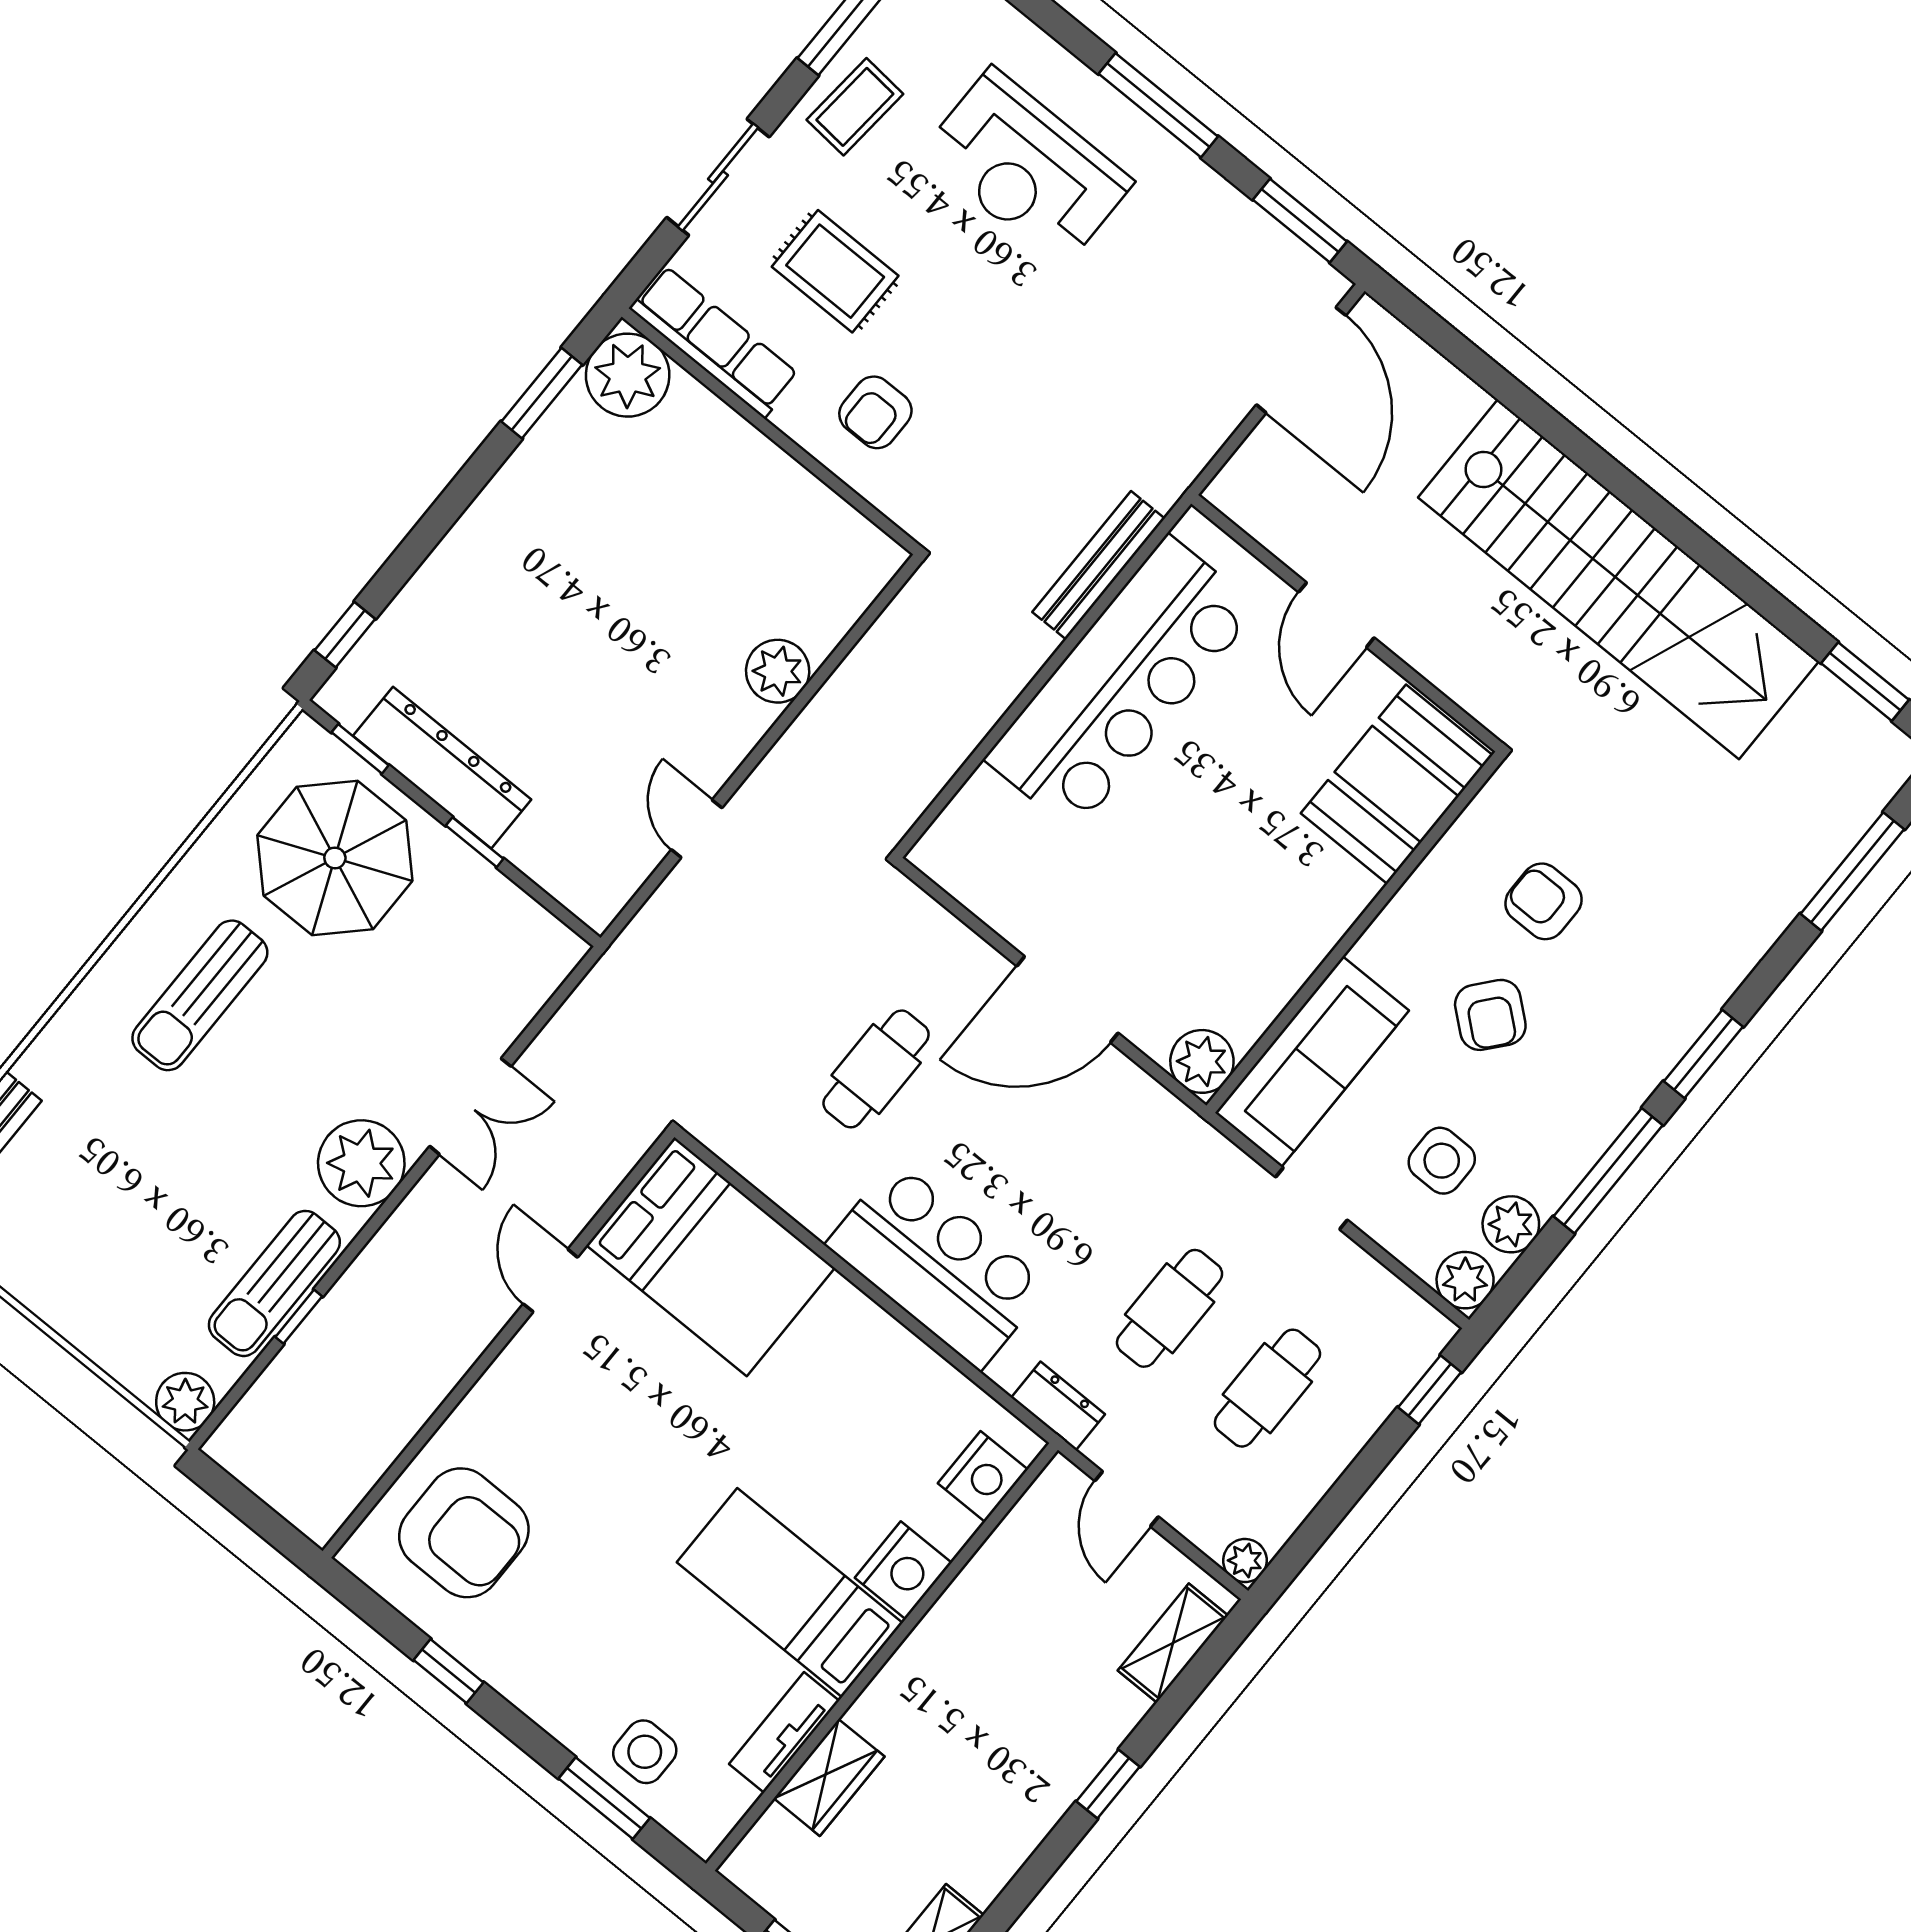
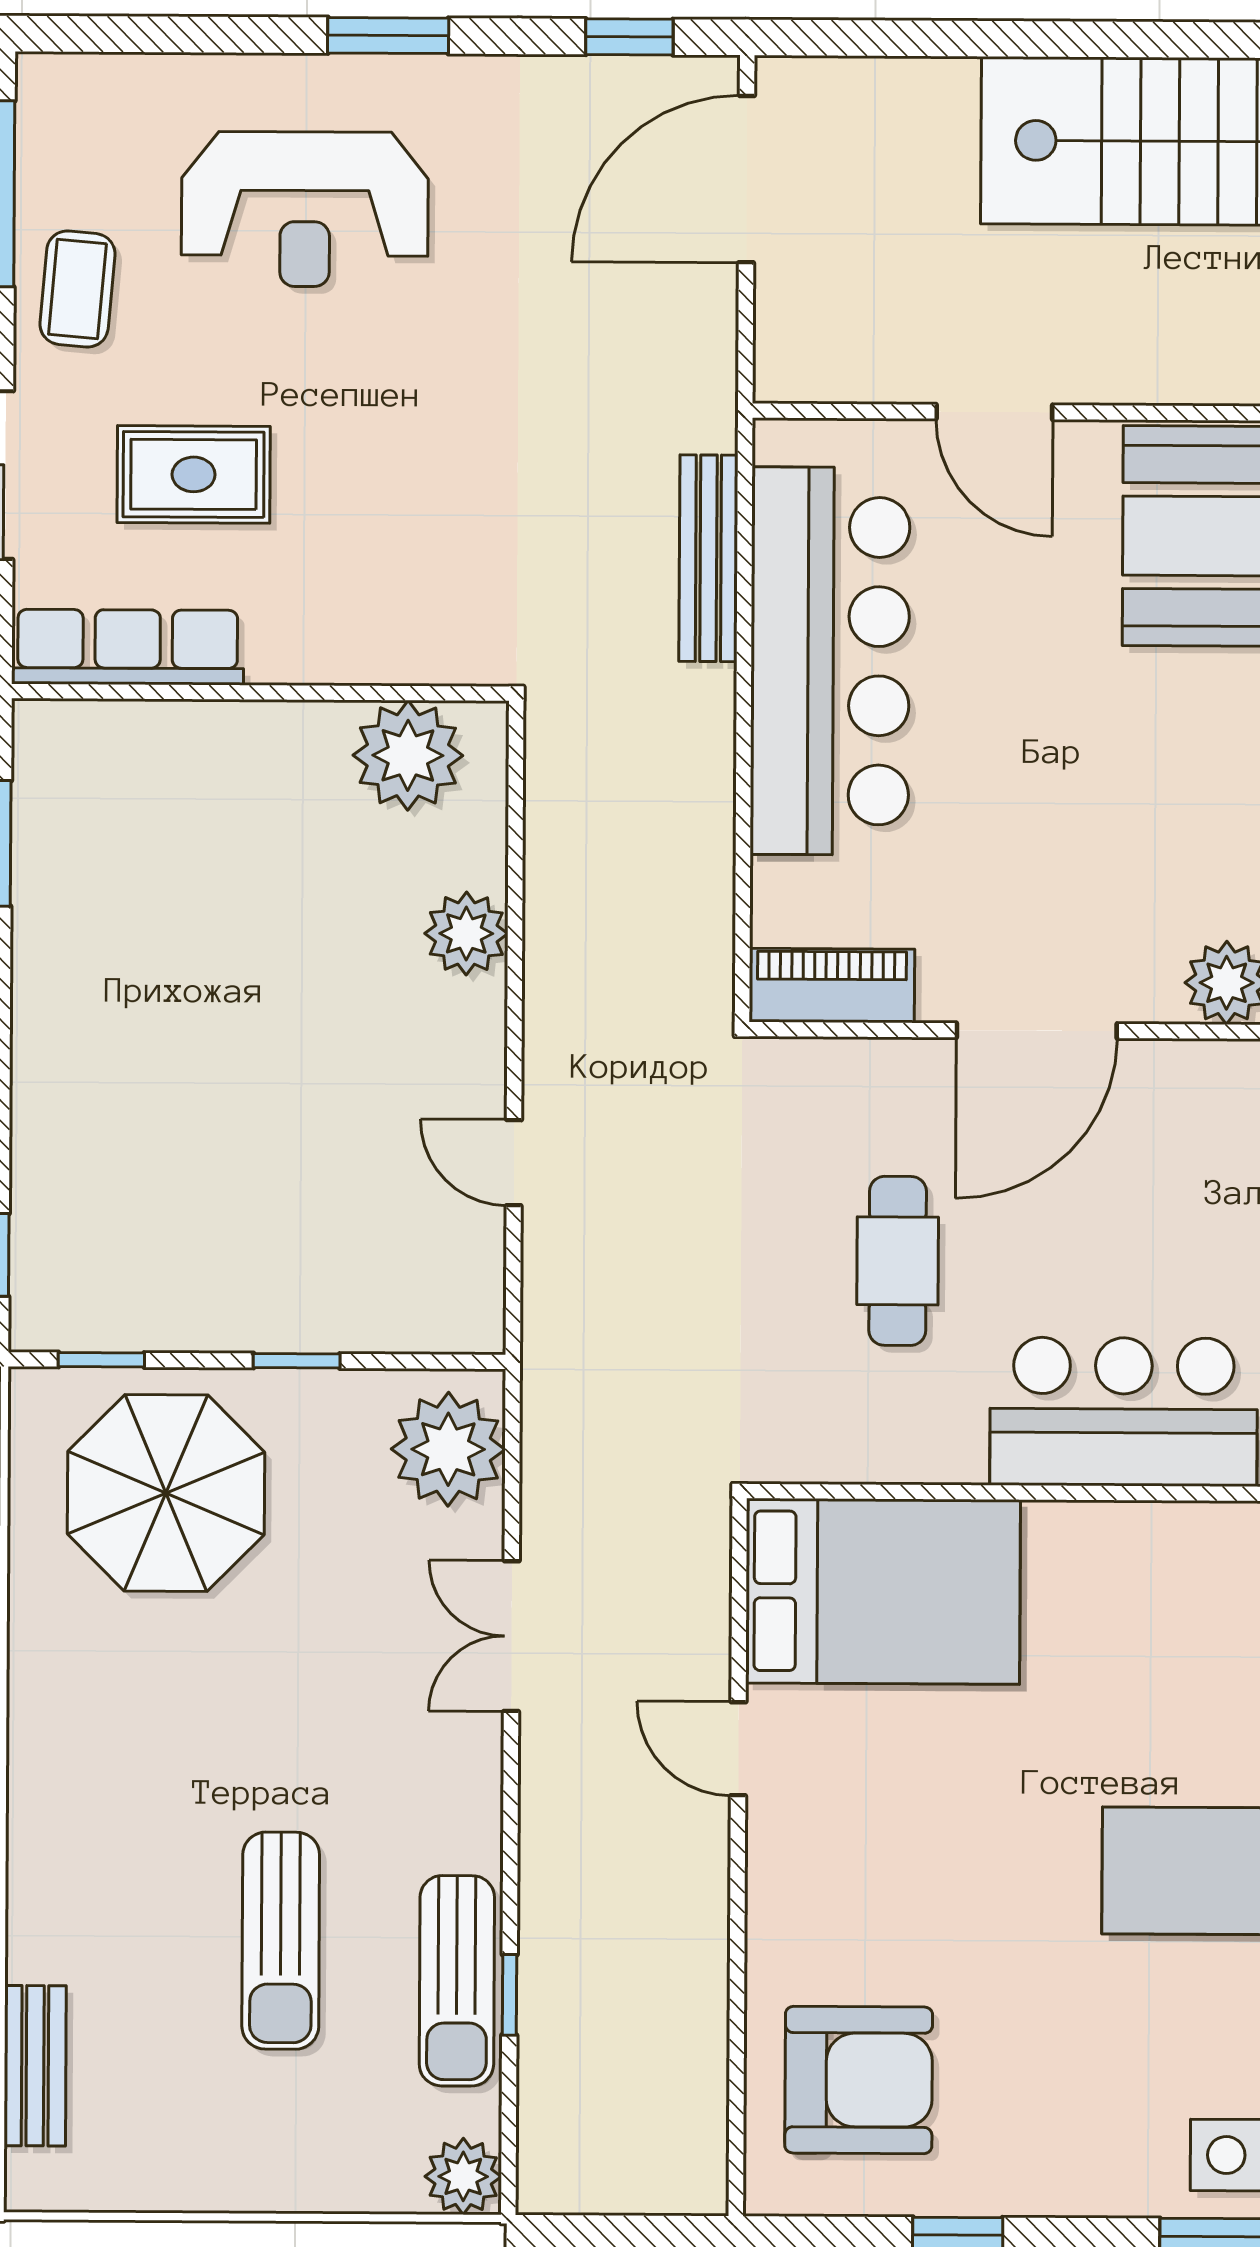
window: (1158, 105) -> (388, 36), width x0.69
window: (1300, 221) -> (629, 37), width x0.67
door: (1301, 360) -> (746, 179), swing flipped
plant: (628, 375) -> (408, 755), moved
armchair: (875, 412) -> (352, 586), removed
dresser: (442, 768) -> (201, 1311), removed
piano: (968, 876) -> (832, 985), added
sun lounger: (200, 995) -> (281, 1941), moved
double door: (470, 1106) -> (511, 1636), swing flipped
plant: (361, 1163) -> (448, 1449), moved

